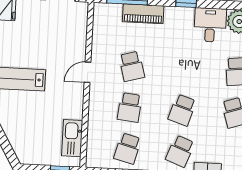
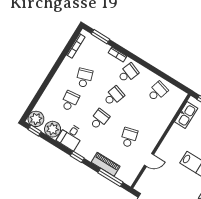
door: (88, 72) -> (149, 160), moved
school desk: (130, 107) -> (99, 119), moved

